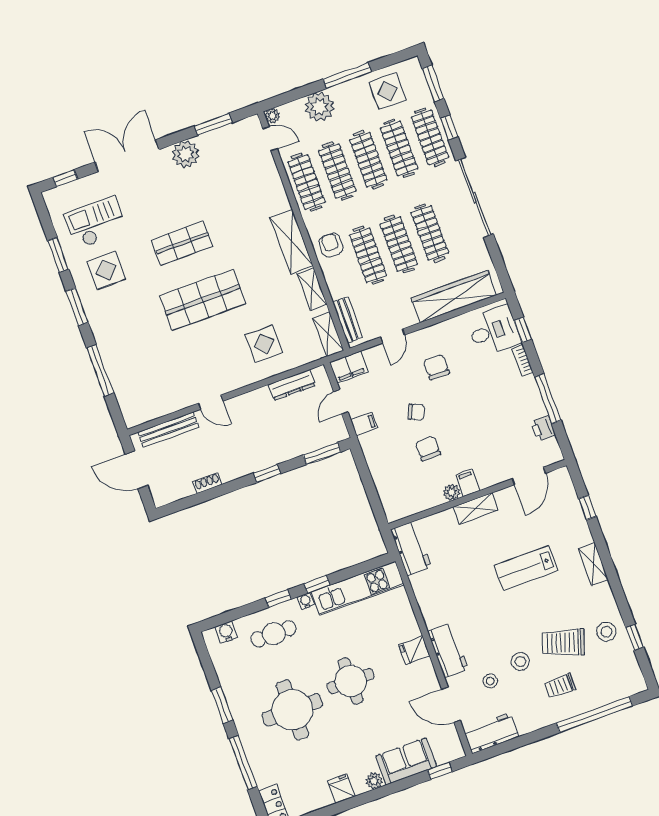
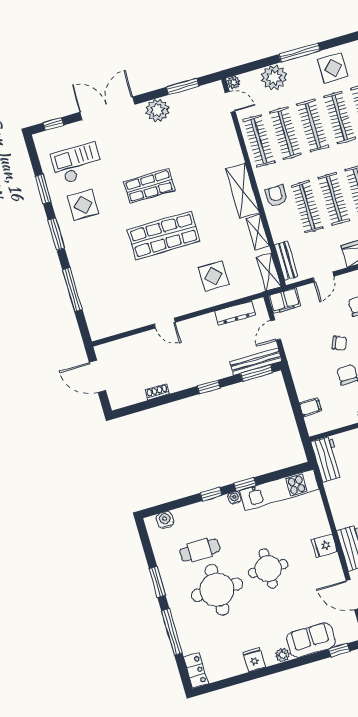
filing cabinet: (364, 424) -> (311, 407), moved
bench: (168, 430) -> (256, 362), moved
cafe table: (274, 634) -> (200, 550), moved

